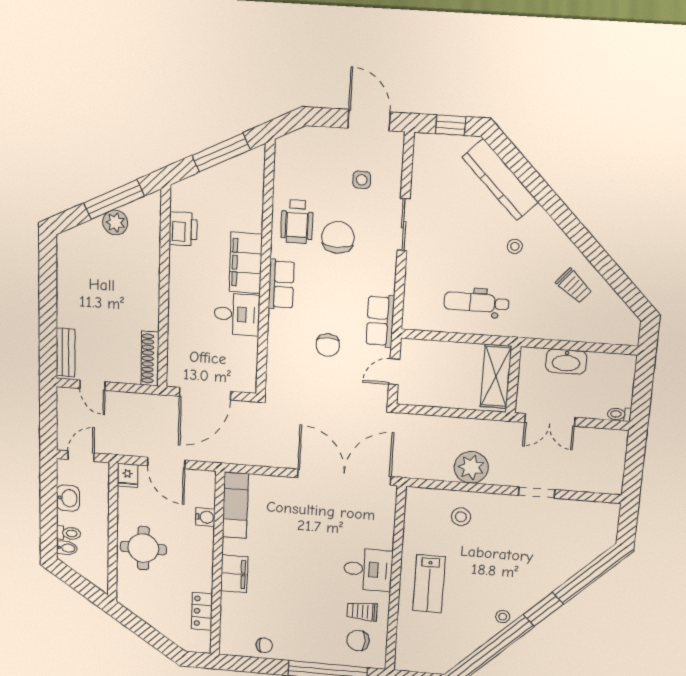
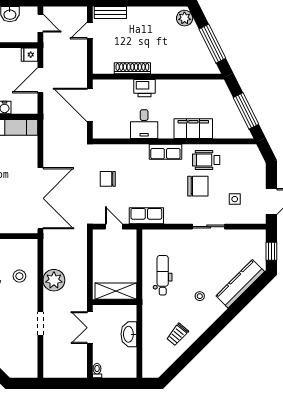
plant: (115, 223) -> (185, 18), moved
printer: (183, 229) -> (144, 88), moved
filing cabinet: (246, 263) -> (193, 129), moved
chair: (328, 345) -> (108, 179), moved
shoe rack: (150, 359) -> (132, 68), moved

